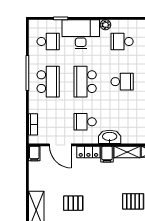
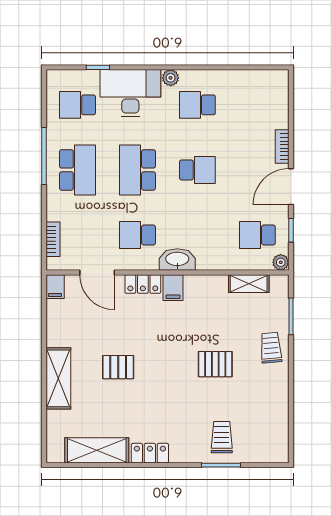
school desk: (48, 42) -> (78, 105), turned 180
shelving: (127, 152) -> (206, 284), removed

